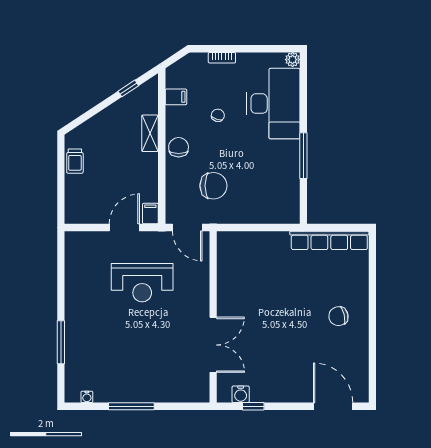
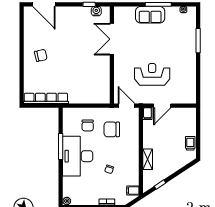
filing cabinet: (176, 97) -> (133, 190), moved
desk: (273, 104) -> (78, 156), moved
chair: (179, 147) -> (88, 125), moved
sofa: (146, 388) -> (150, 15), added

